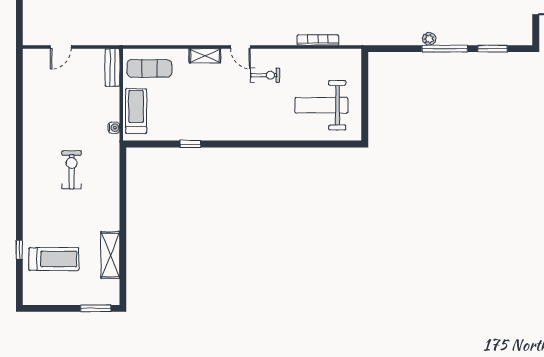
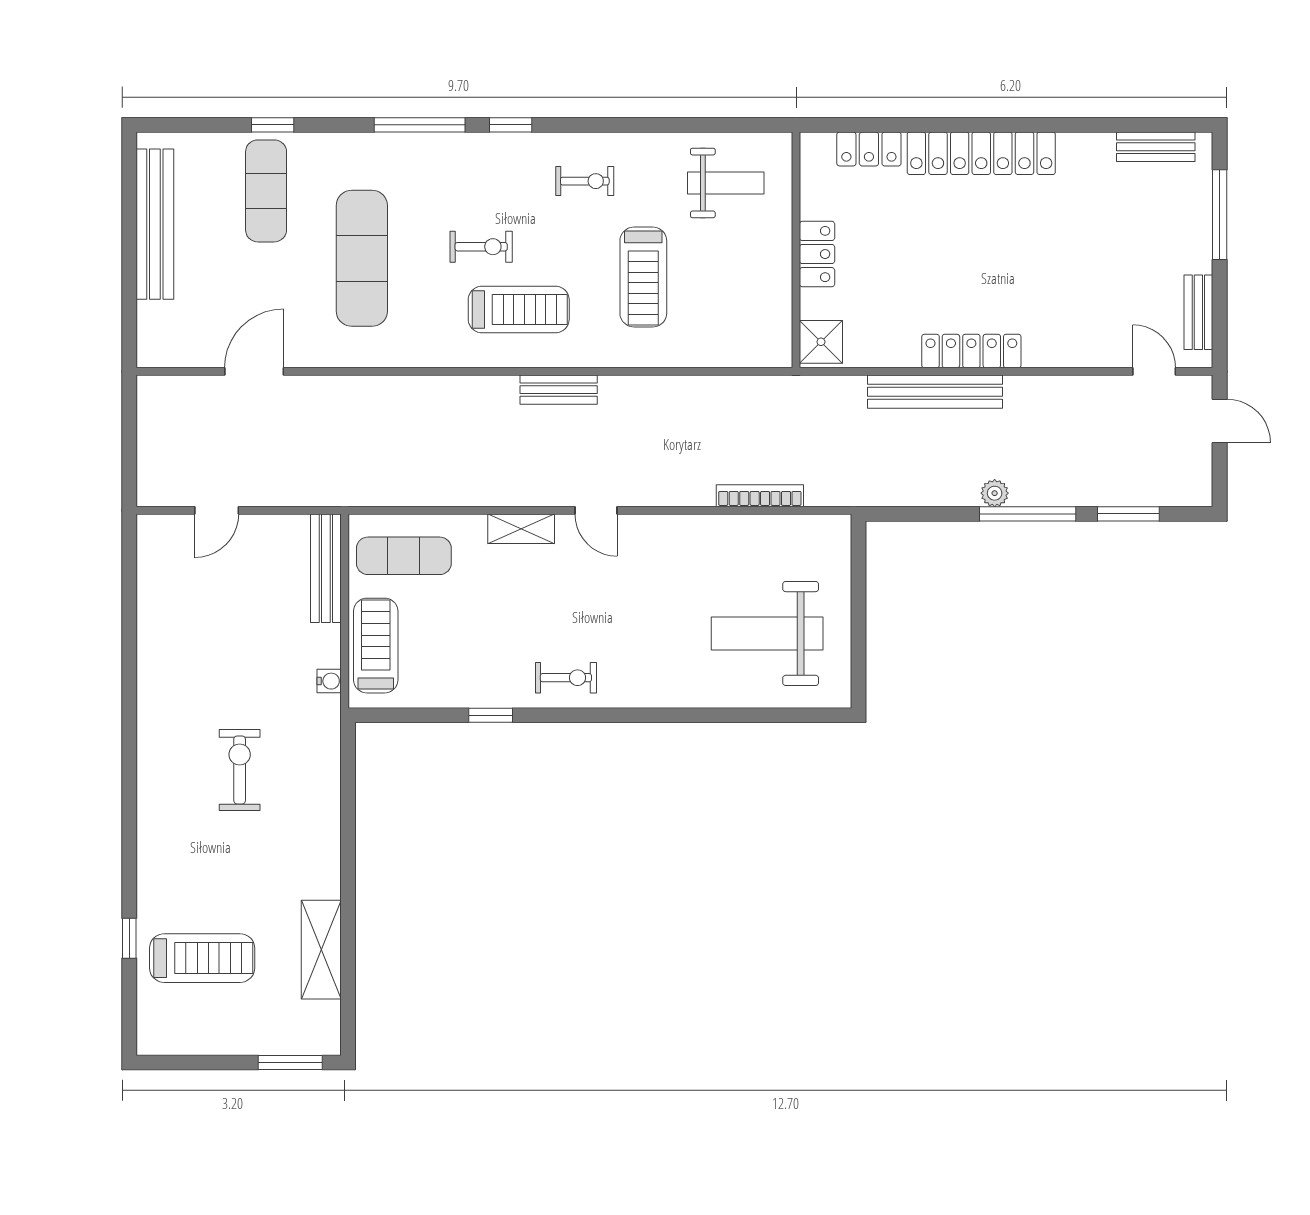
bench: (112, 68) -> (326, 568), width x1.36
exercise bike: (265, 75) -> (566, 678), moved

